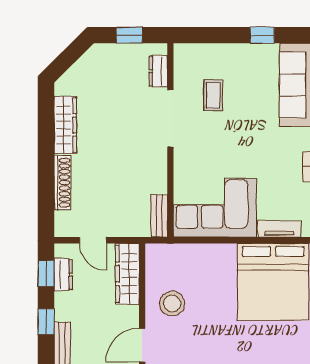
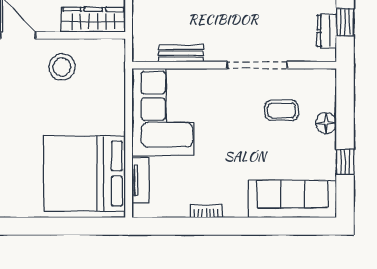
floor lamp: (225, 53) -> (326, 123), added
dresser: (158, 71) -> (327, 31), moved, turned -90
bench: (159, 216) -> (181, 53), moved

